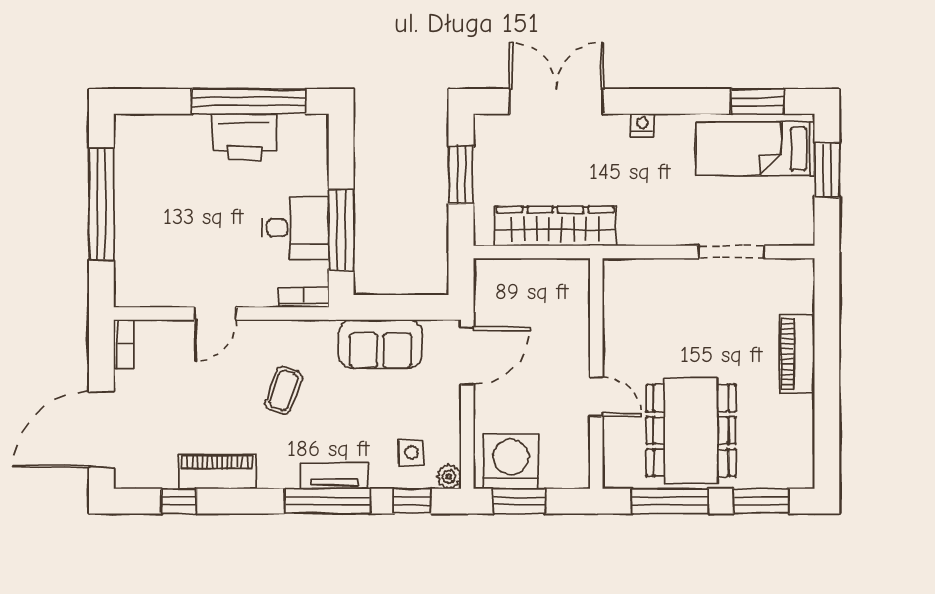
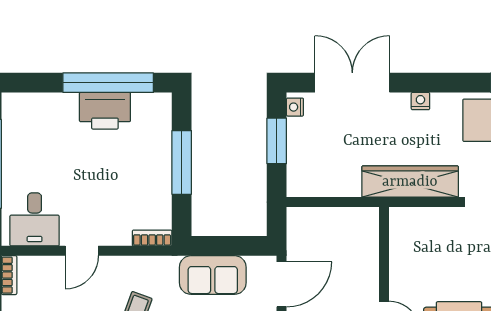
nightstand: (484, 132) -> (295, 107), added
wardrobe: (555, 226) -> (410, 182), moved
desk: (295, 228) -> (35, 219), moved, turned 90
window: (341, 230) -> (182, 162), moved

